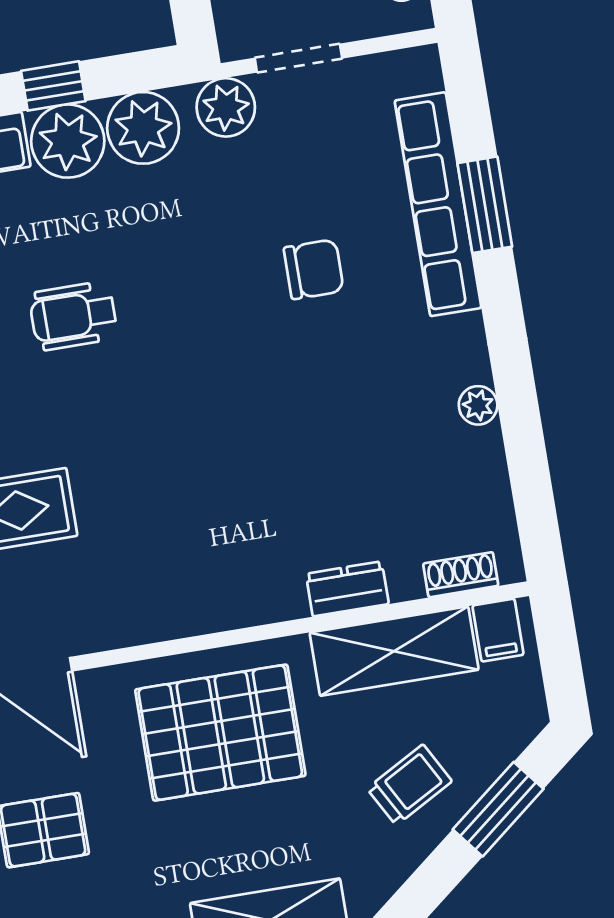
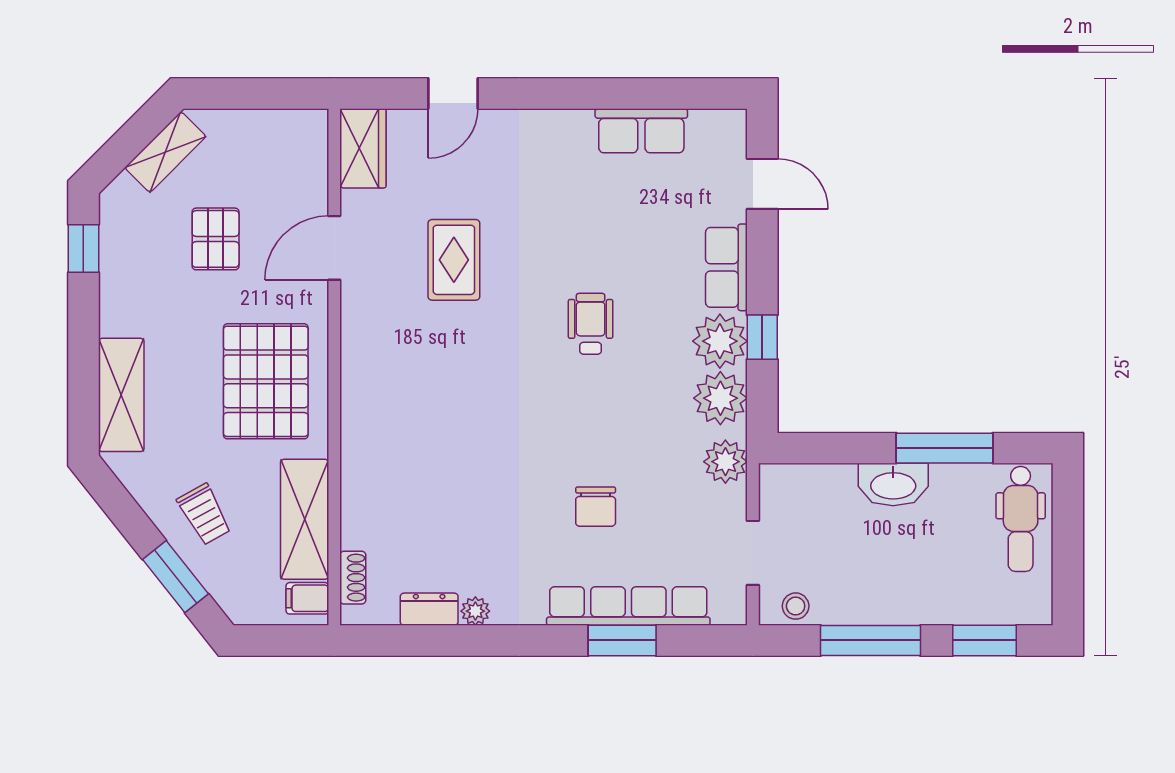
doorway: (298, 58) -> (753, 553), moved
dresser: (347, 589) -> (429, 609), moved, turned -90

